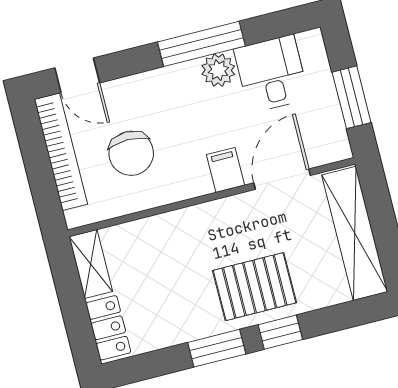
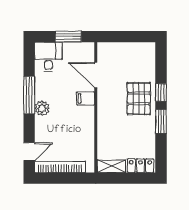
plant: (218, 70) -> (42, 108), moved
desk: (271, 74) -> (48, 57), moved, turned 90
chair: (131, 153) -> (68, 137), removed
shelving: (355, 233) -> (127, 50), removed

